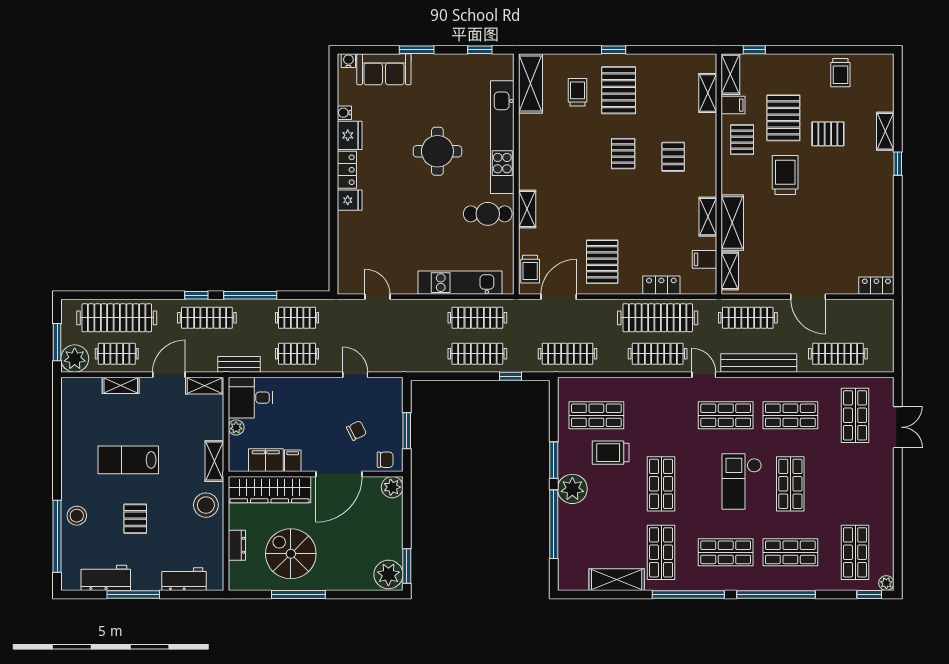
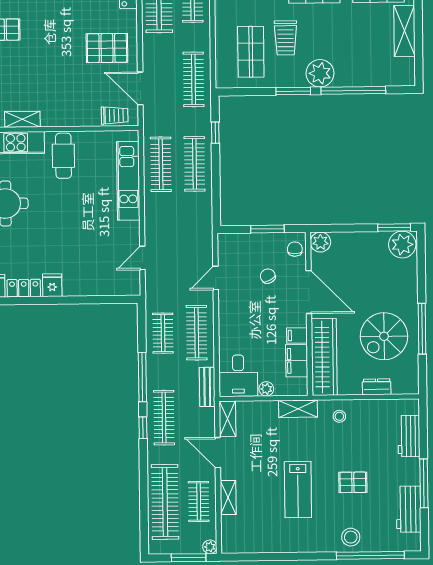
shelving: (527, 209) -> (22, 119), moved
clothes rail: (297, 354) -> (197, 333), width x1.36
plant: (75, 359) -> (210, 547), width x0.53, depth x0.53
stool: (206, 505) -> (339, 416), width x0.53, depth x0.53

